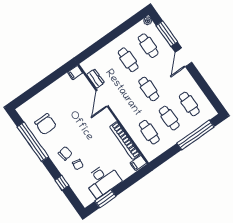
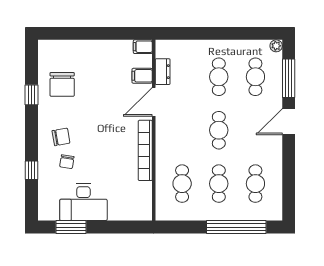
bookcase: (125, 140) -> (145, 150), moved
window: (33, 142) -> (31, 95), width x0.32
filing cabinet: (138, 163) -> (142, 76), moved

